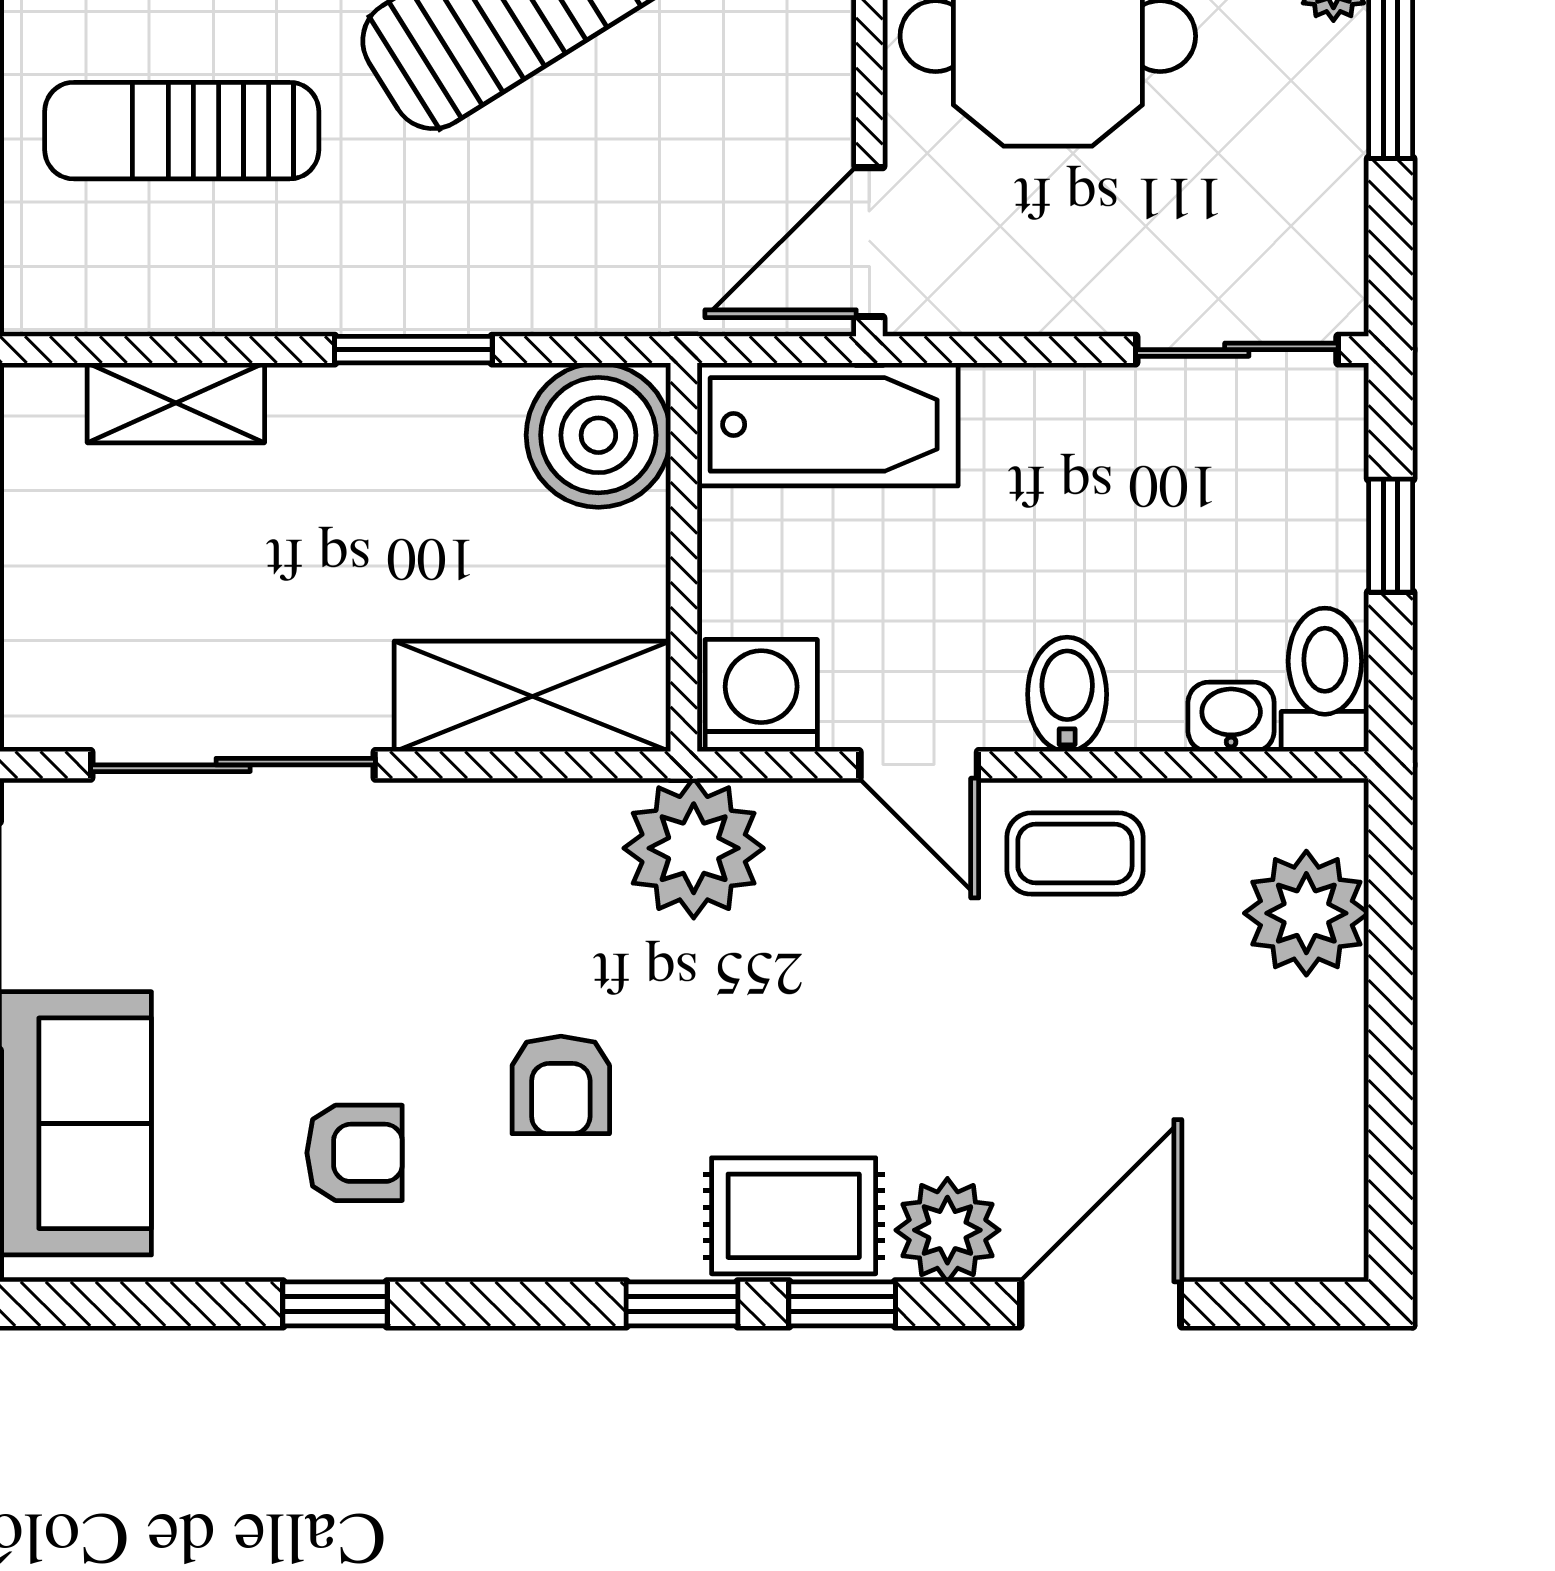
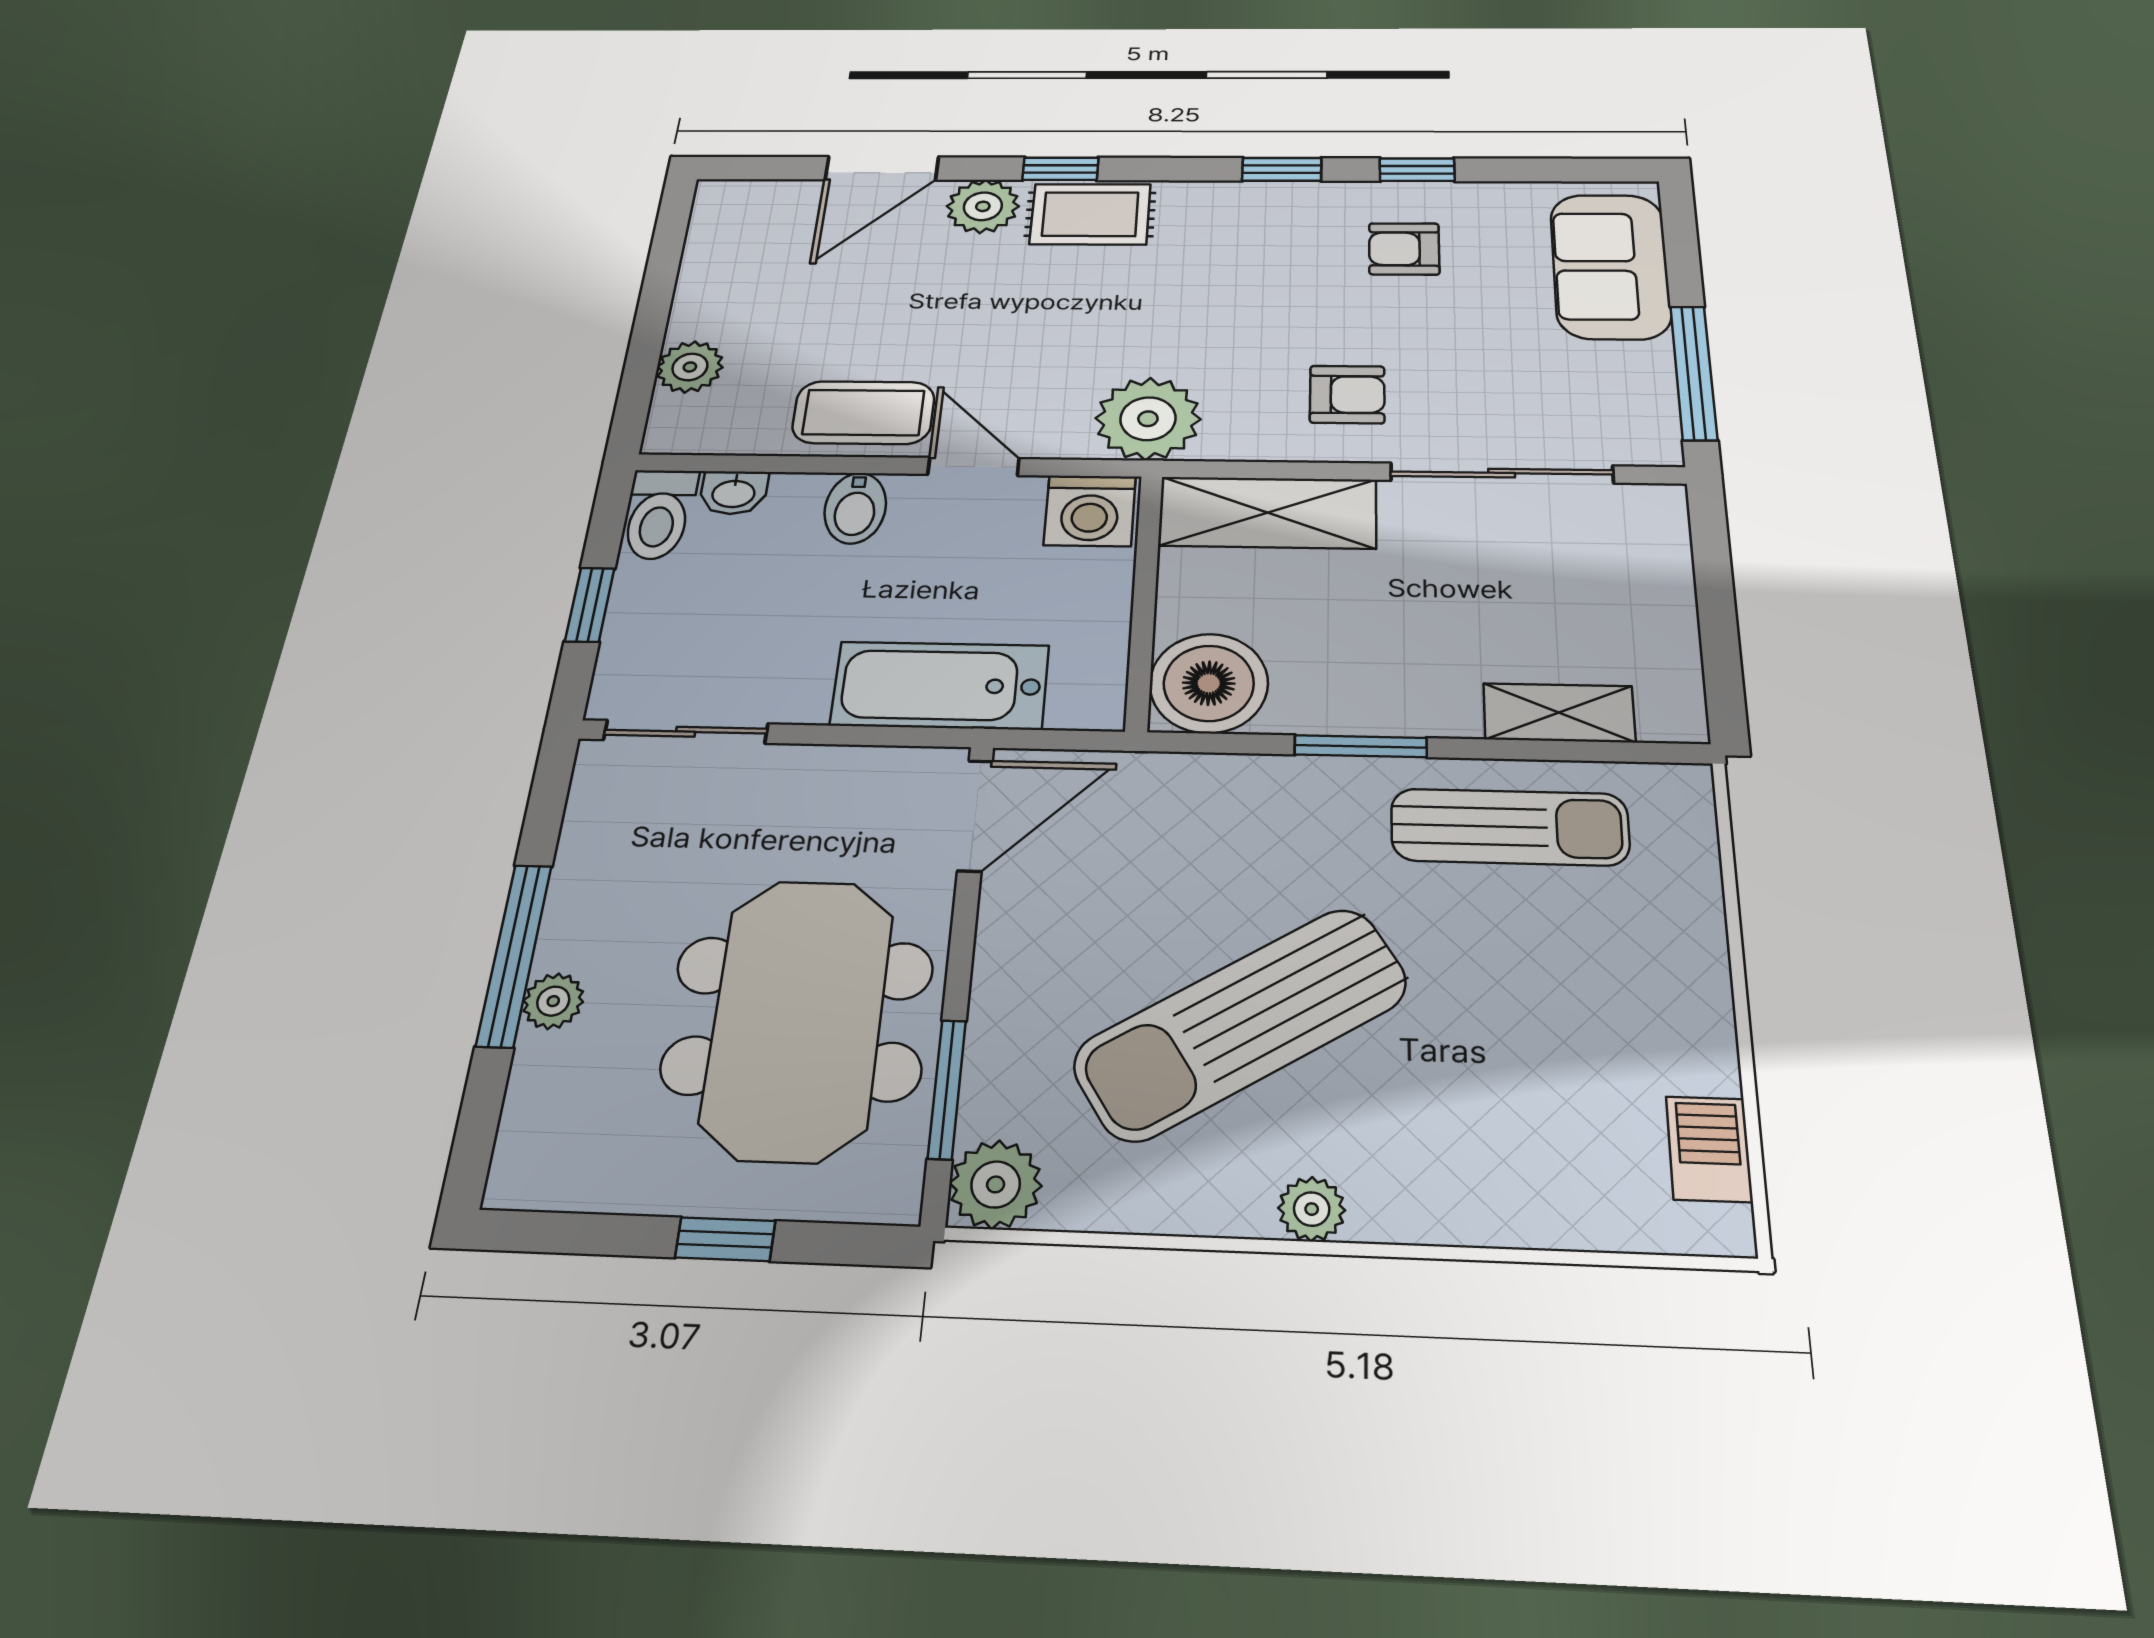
sun lounger: (182, 131) -> (1510, 827), moved
bathtub: (828, 424) -> (940, 685), moved
coffee table: (1075, 854) -> (863, 413), width x1.36, depth x1.30
plant: (1306, 913) -> (690, 367), width x0.73, depth x0.73
armchair: (561, 1085) -> (1347, 394), moved, turned 90
window: (682, 1304) -> (1282, 169), moved

